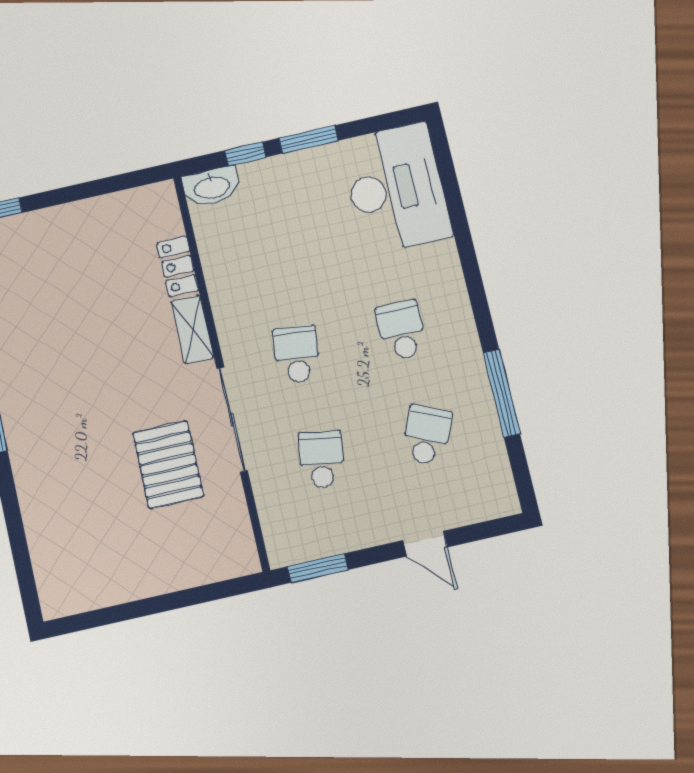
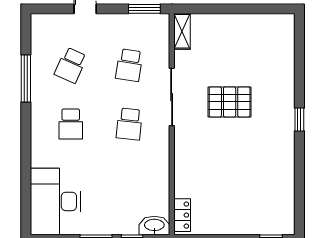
locker: (178, 266) -> (182, 215), moved
shelving: (192, 329) -> (182, 31), moved
pallet: (168, 465) -> (230, 102), moved, turned 90

